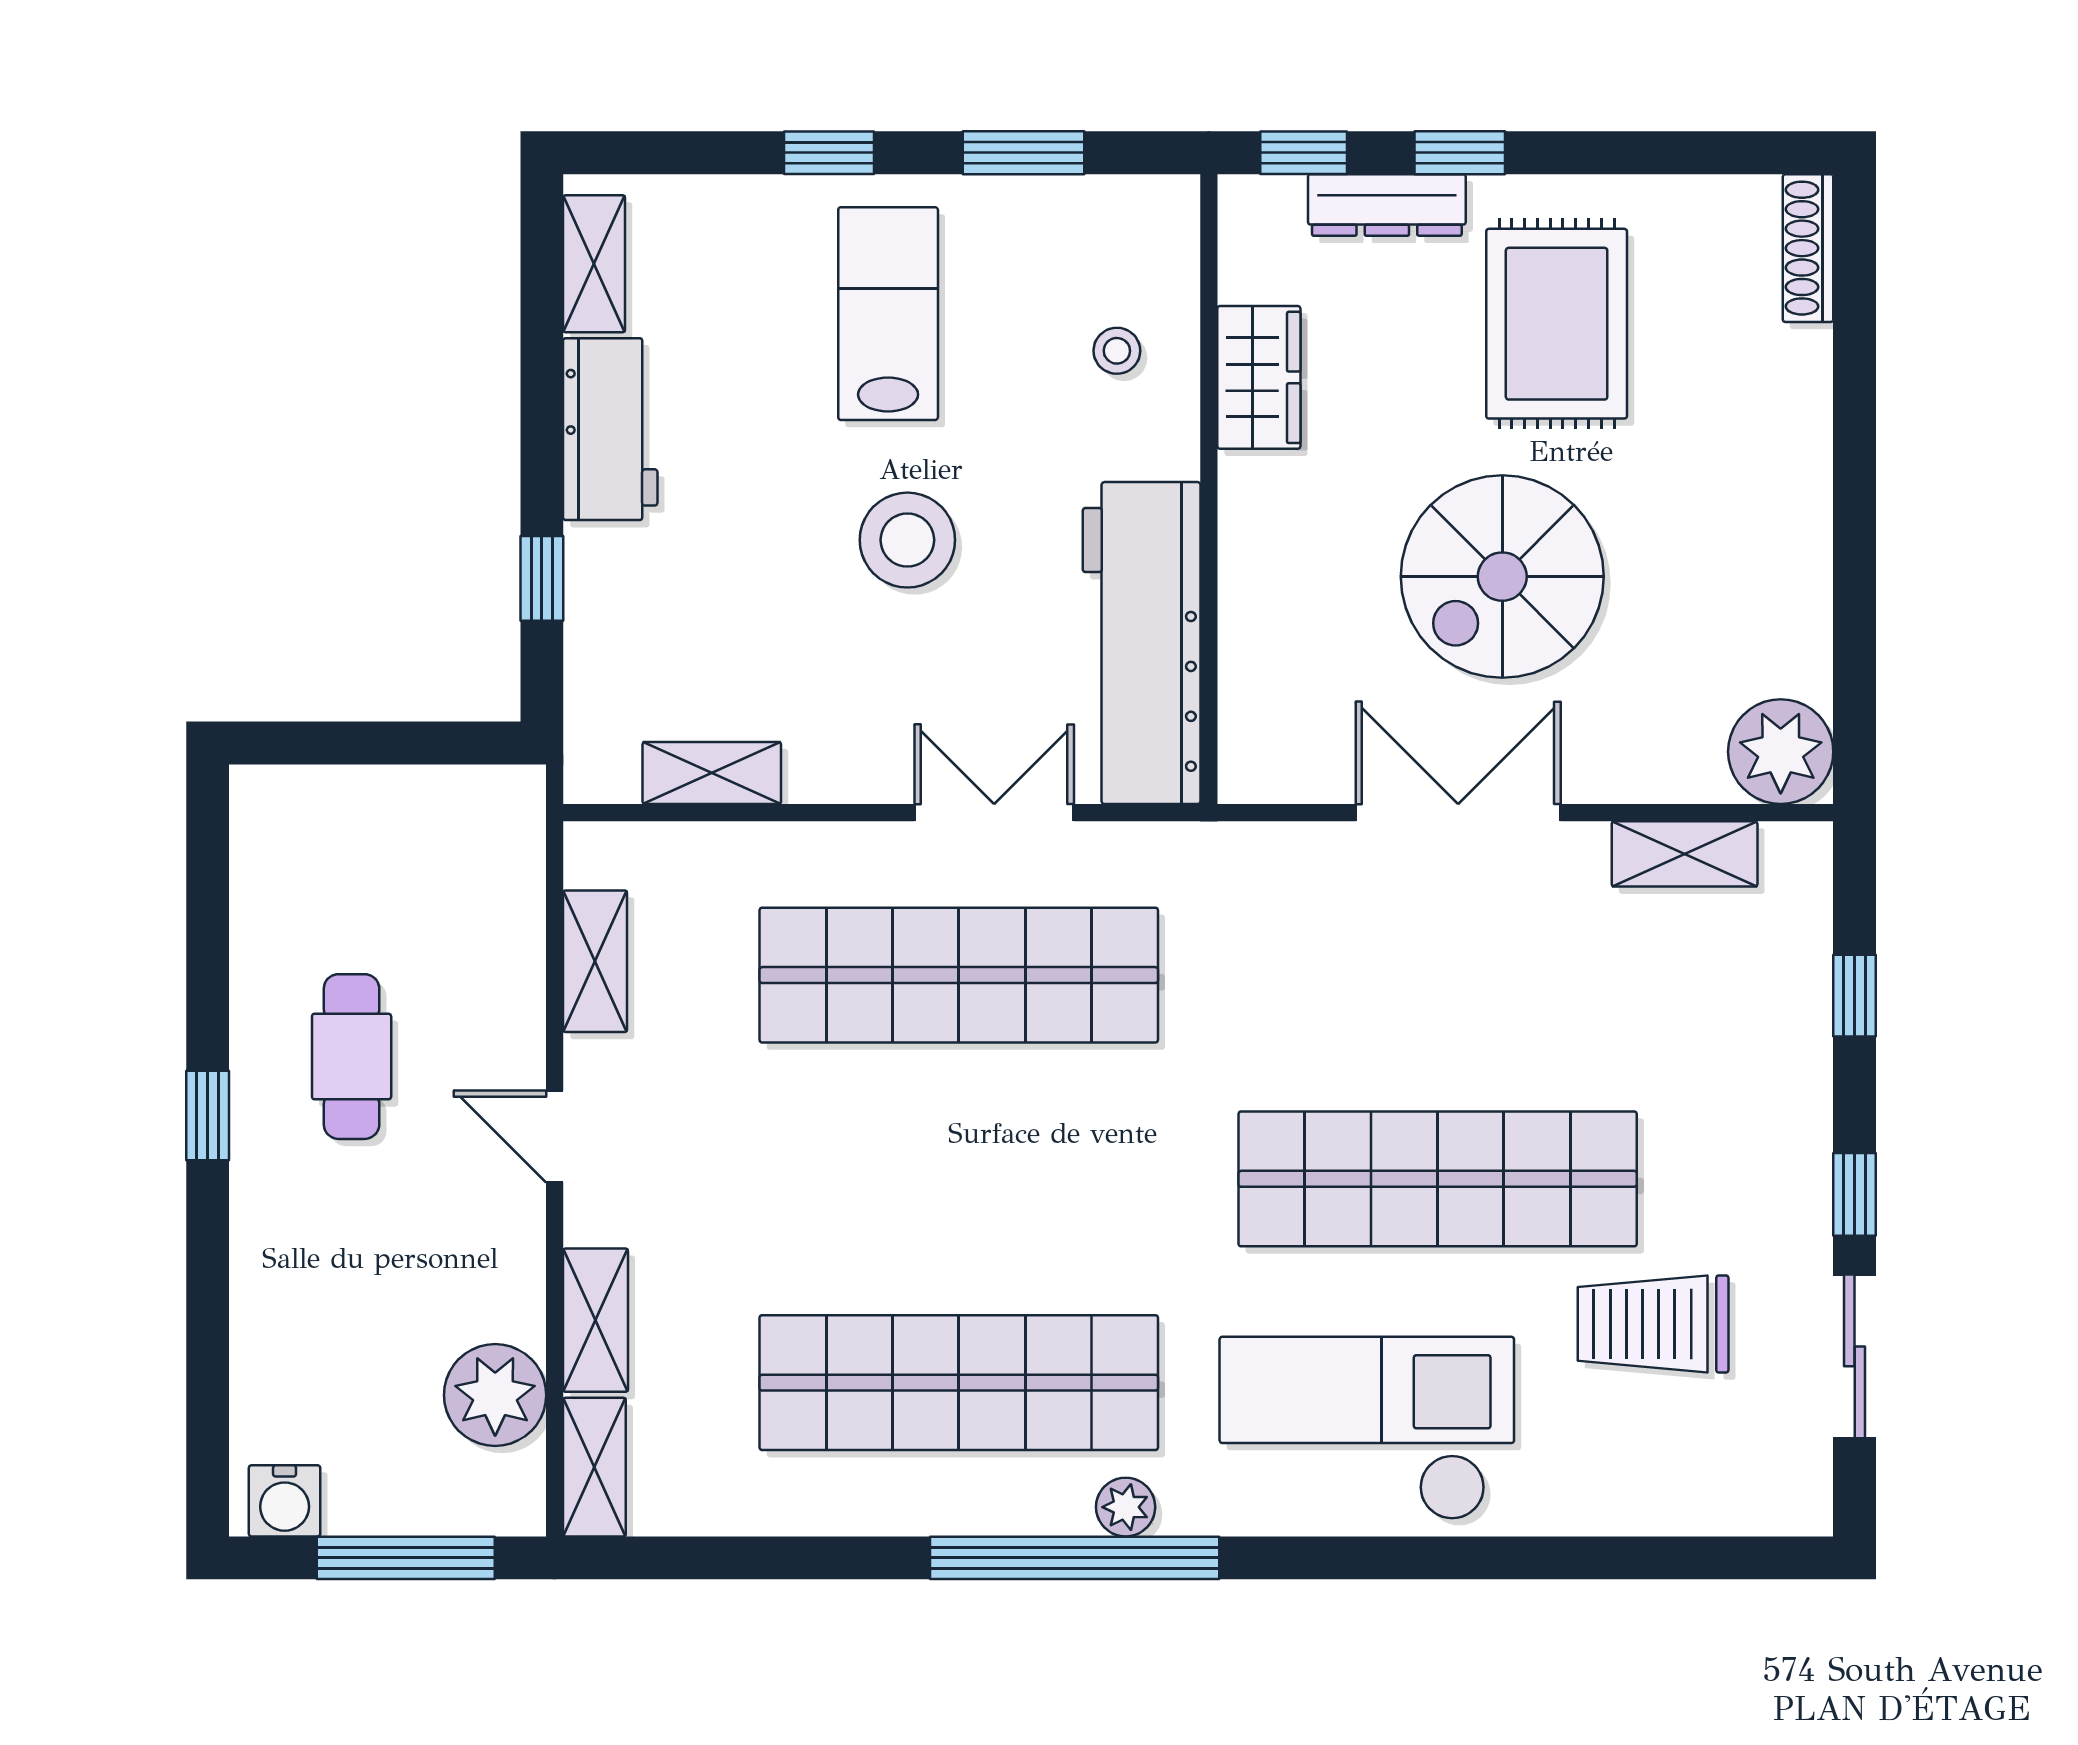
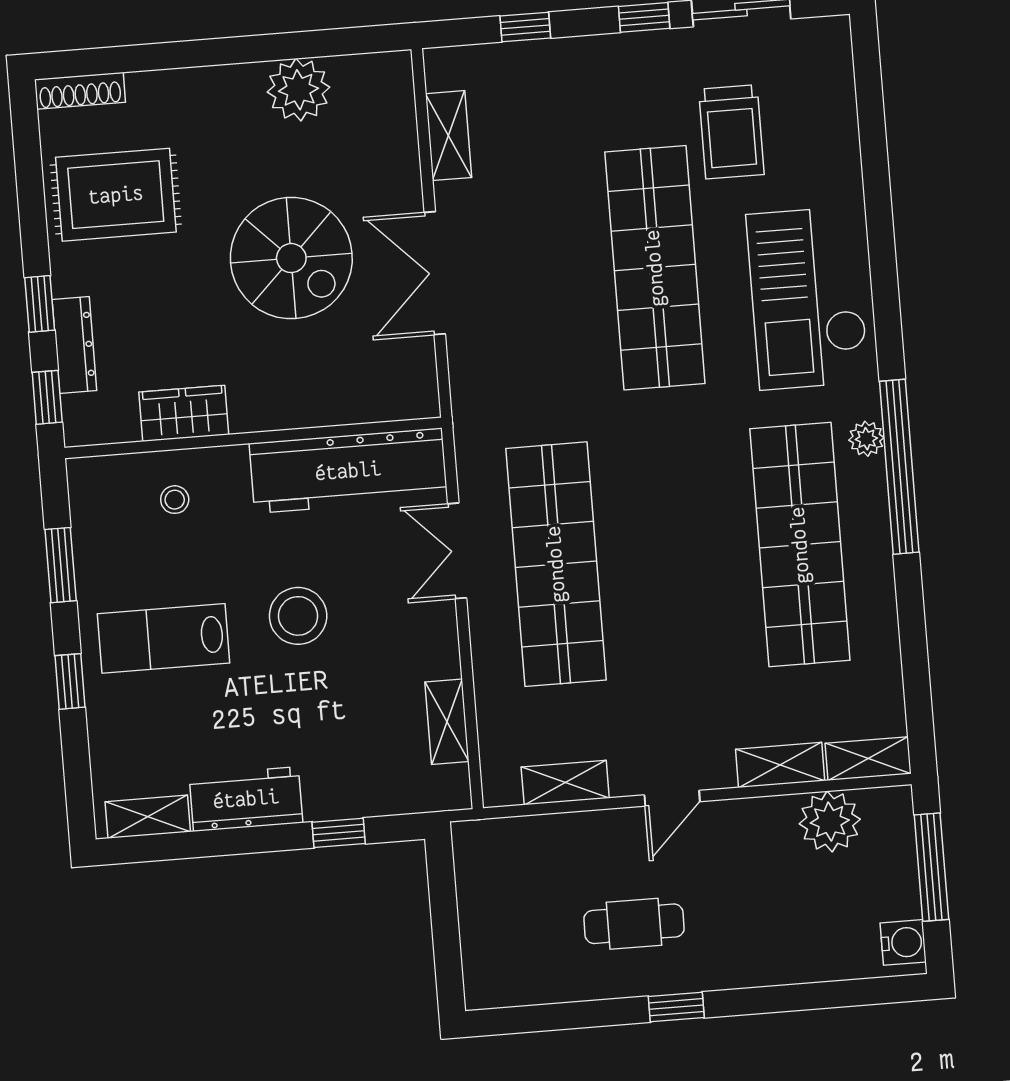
rug: (1557, 324) -> (116, 195), moved
plant: (1781, 752) -> (298, 90), moved

